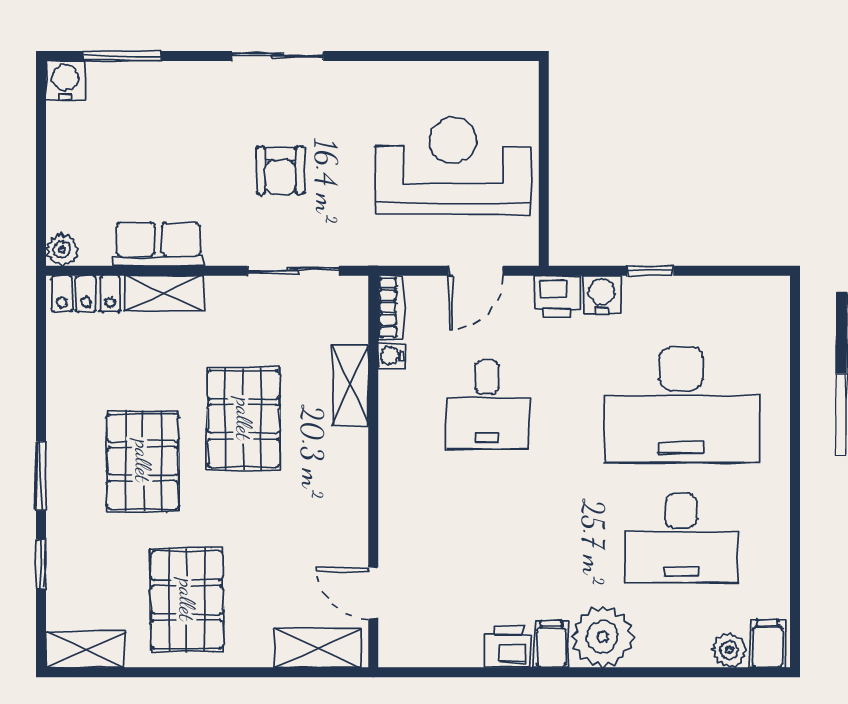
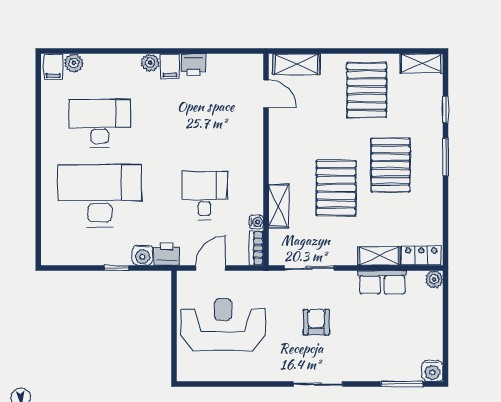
reception desk: (453, 166) -> (223, 325), turned 180
plant: (602, 637) -> (150, 63), width x0.53, depth x0.53

